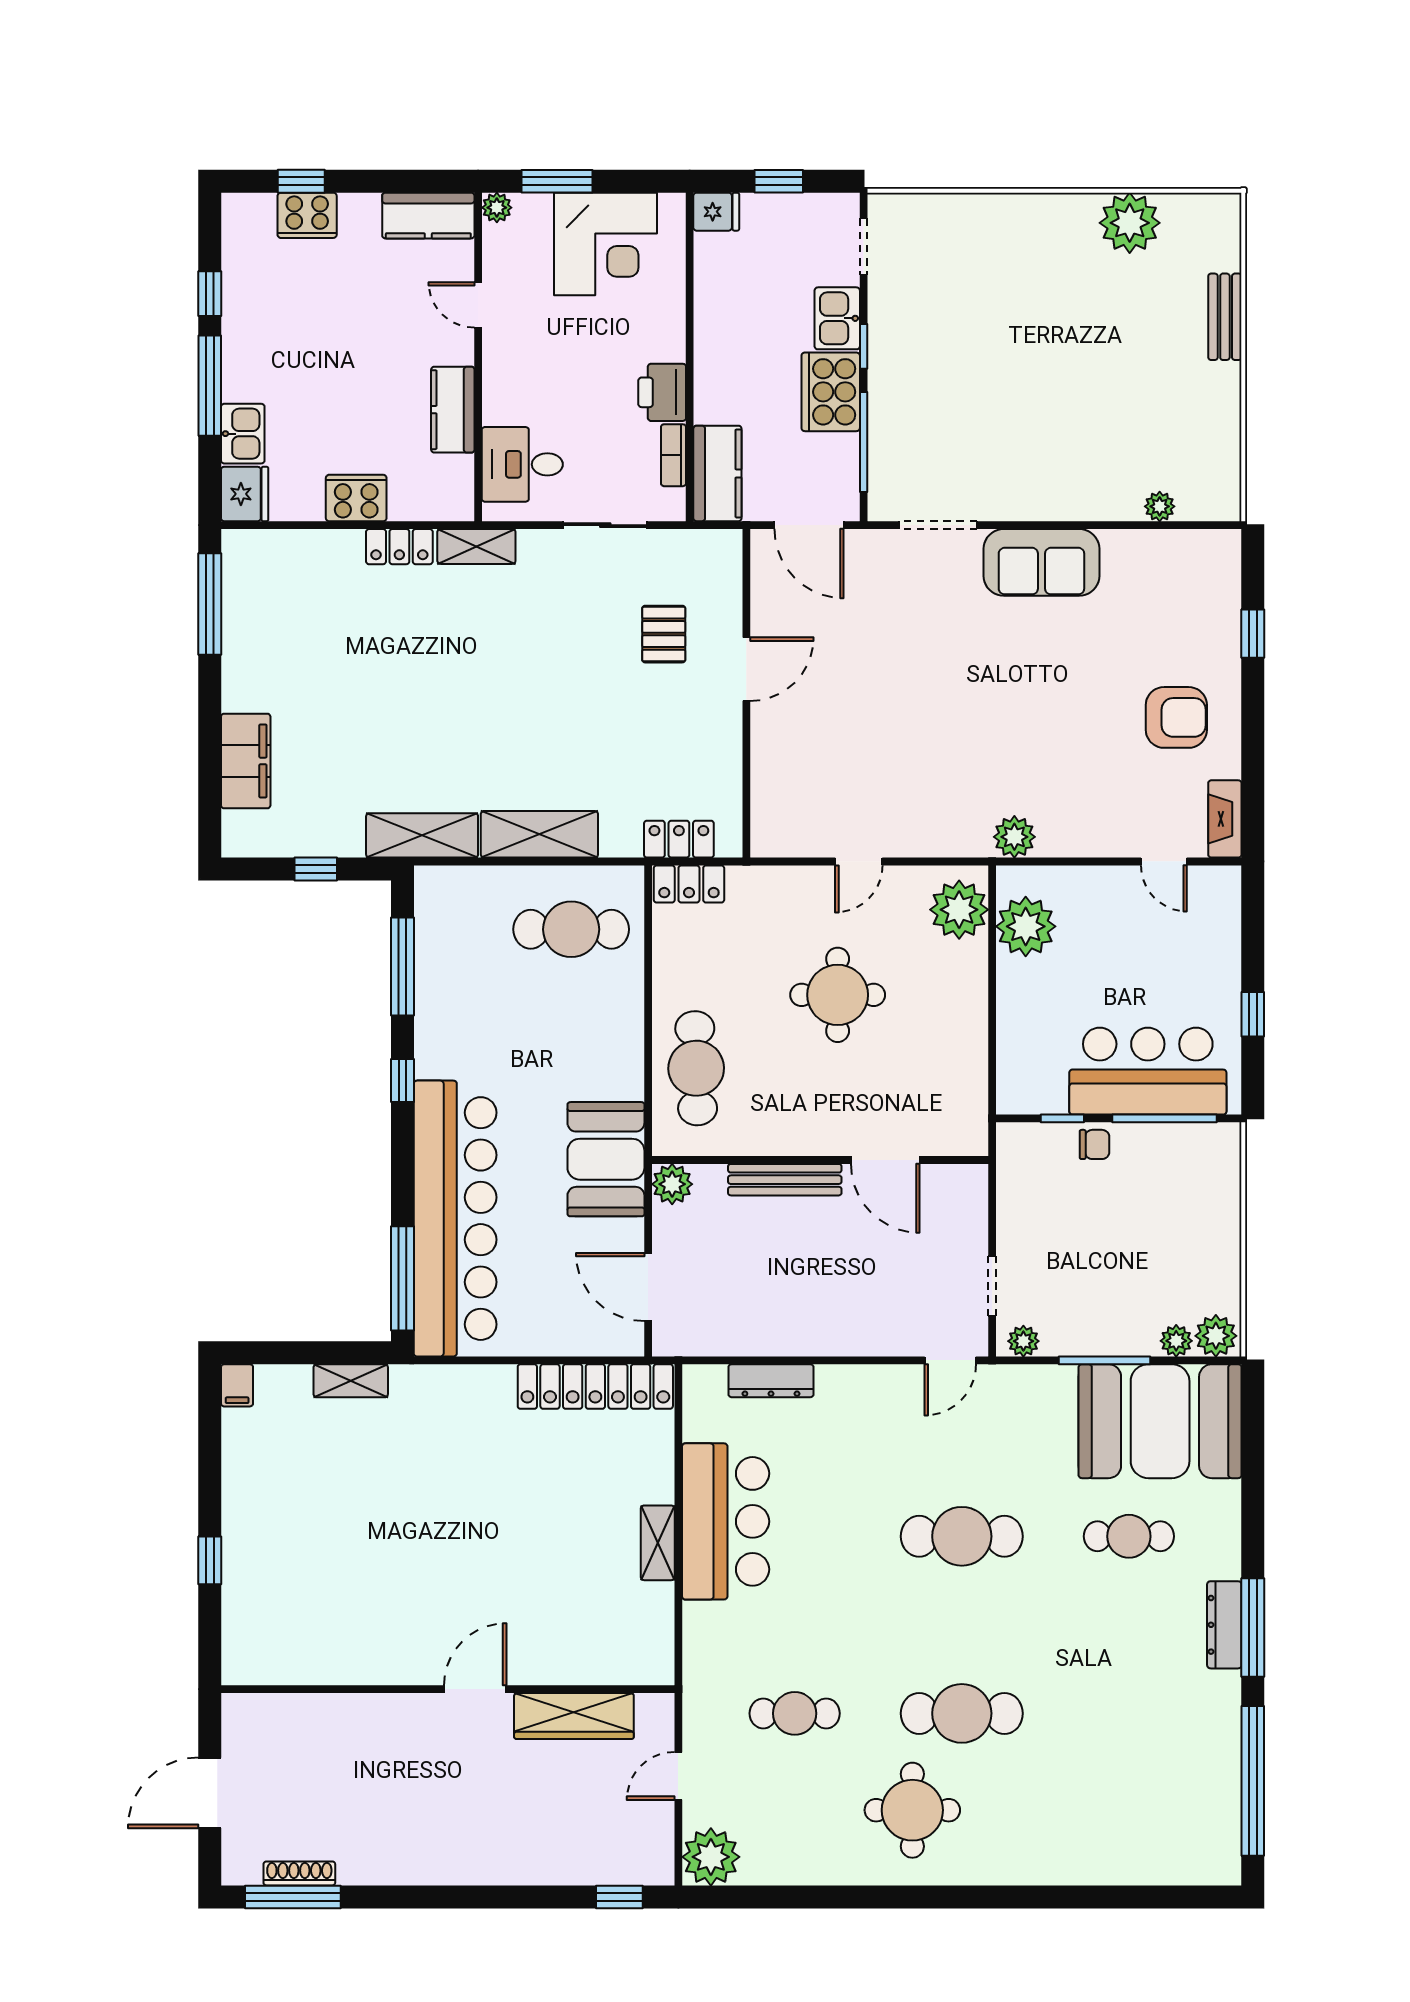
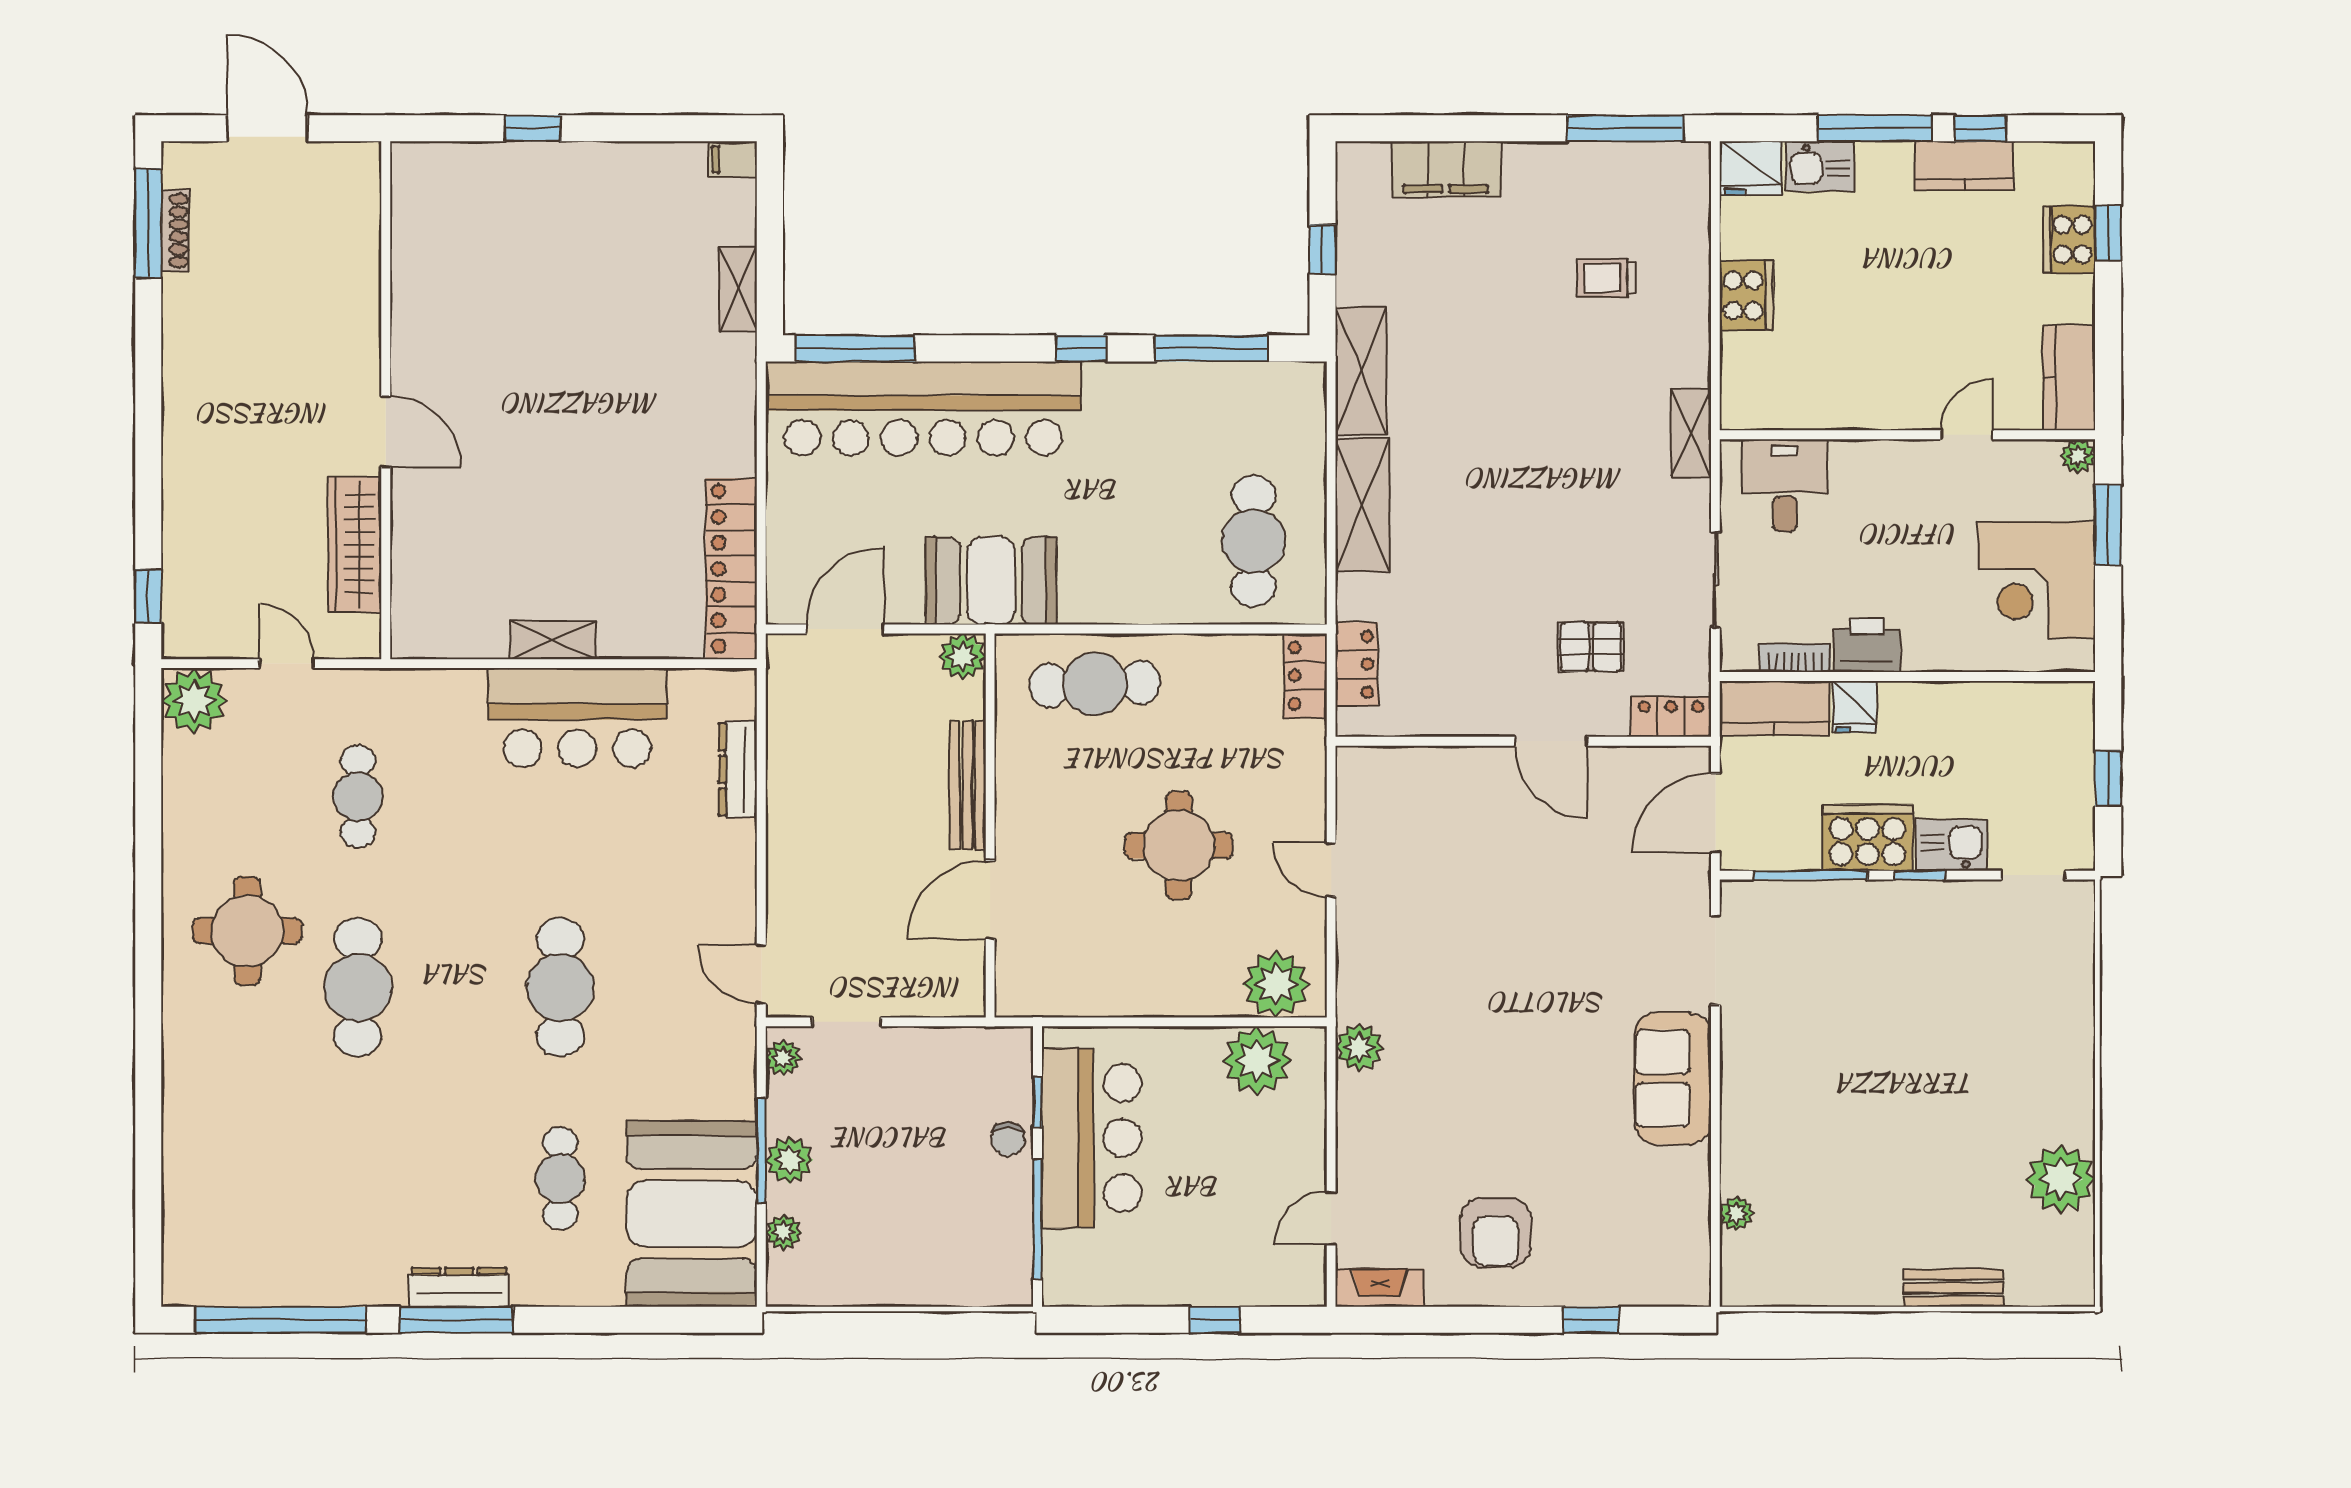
fridge: (716, 212) -> (1854, 707), moved
kitchen counter: (453, 410) -> (1964, 166), moved, turned 180
locker: (399, 547) -> (1671, 717), moved, turned 90
trolley: (341, 620) -> (1606, 278), added
window: (1253, 1014) -> (1215, 1320), moved
bar counter: (1148, 1071) -> (1092, 1138), moved
plant: (1216, 1336) -> (789, 1160), moved

